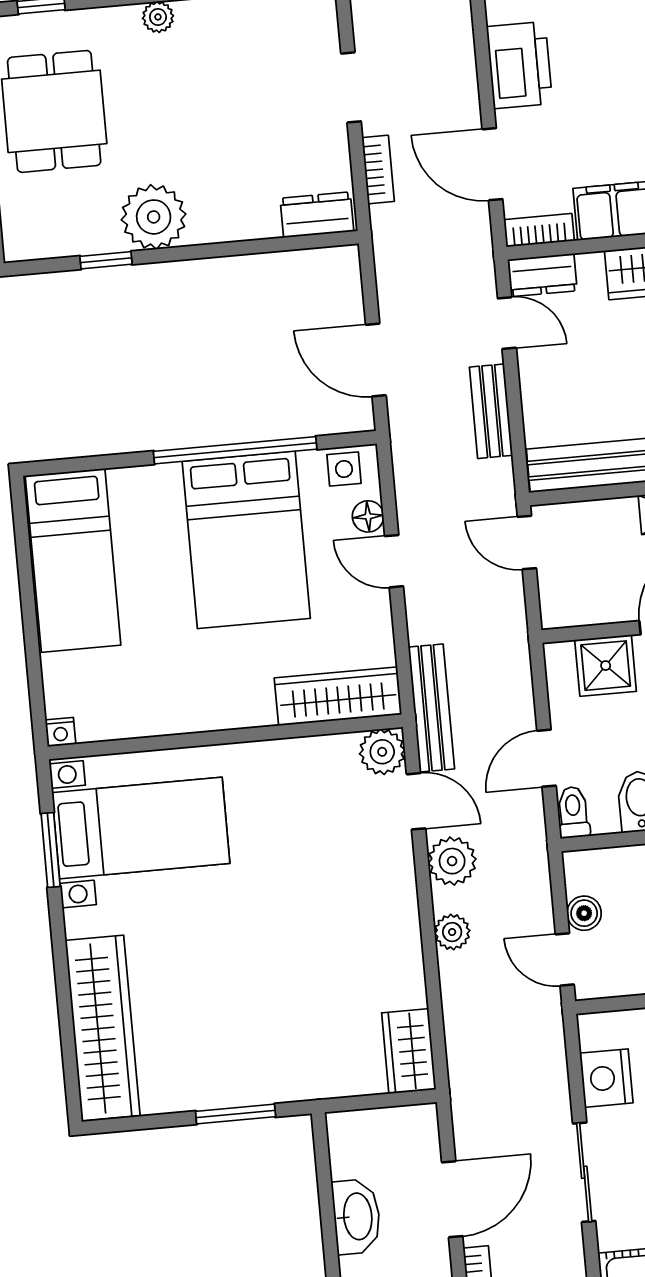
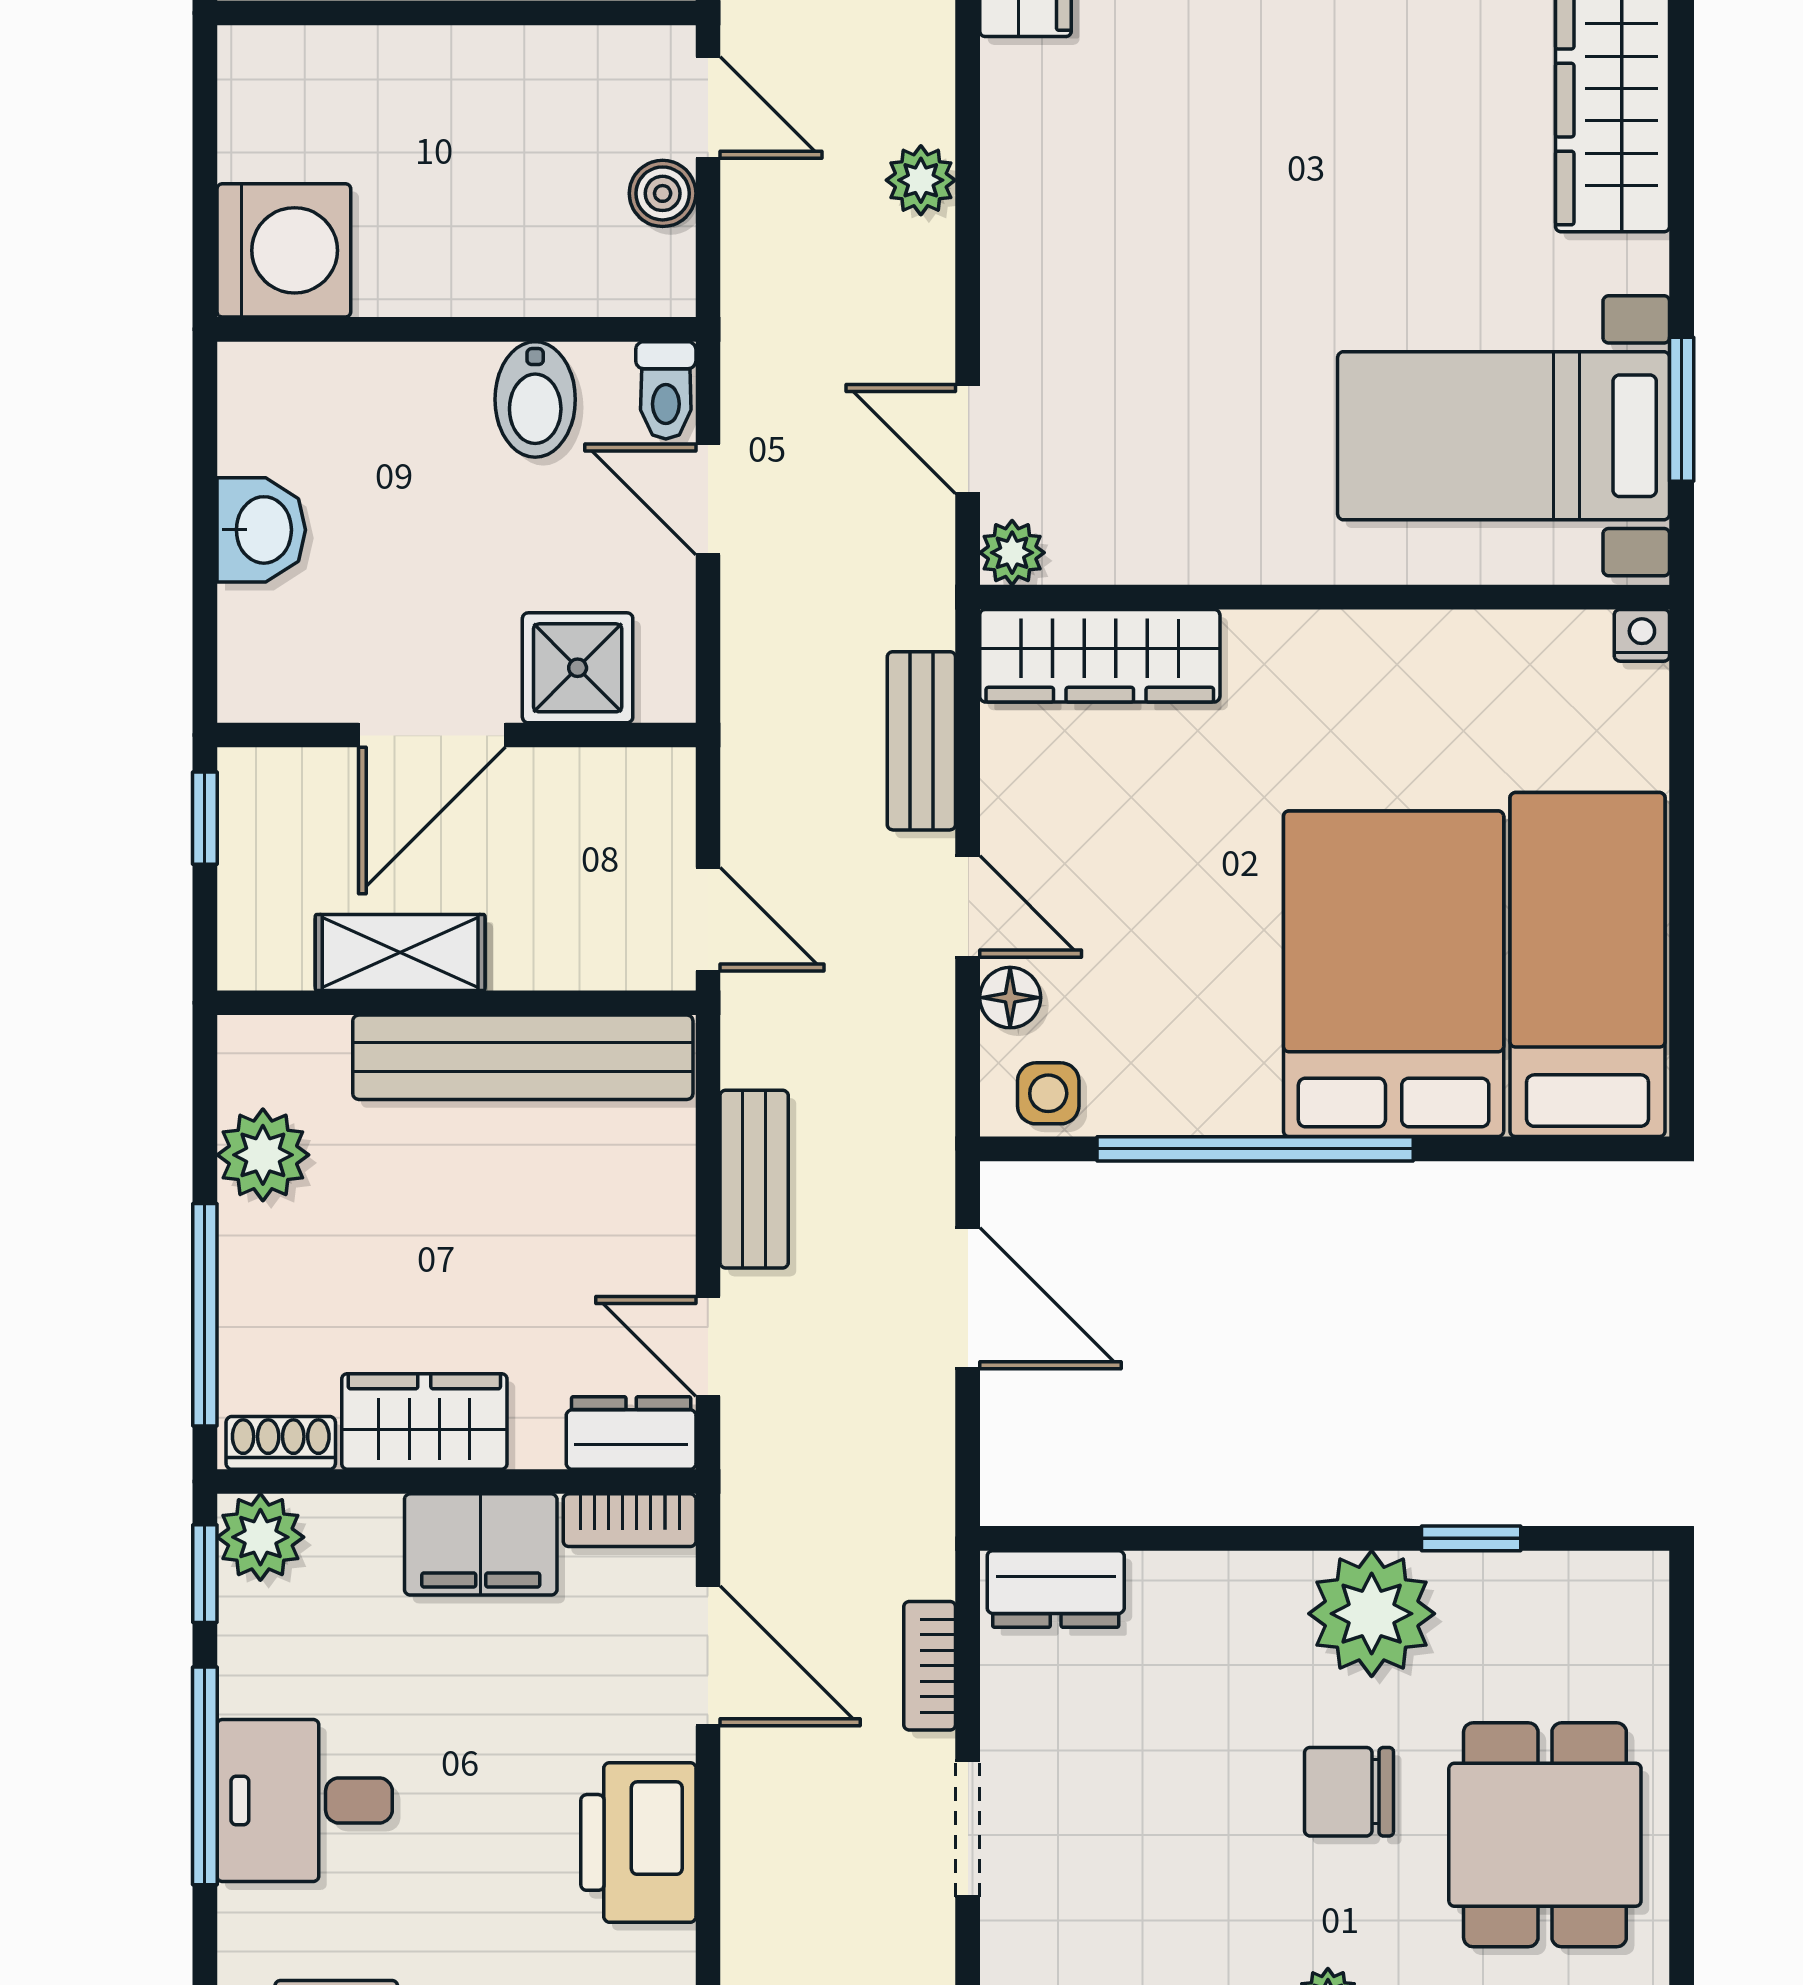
chair: (157, 124) -> (1349, 1792), added
bed: (246, 540) -> (1394, 974), moved
bench: (431, 708) -> (921, 741), moved, width x0.73
plant: (382, 752) -> (1012, 553), width x0.73, depth x0.73
door: (547, 758) -> (708, 499), swing flipped
plant: (452, 861) -> (908, 317), removed

